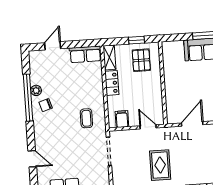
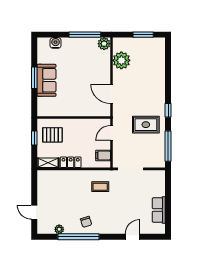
row of seats: (85, 54) -> (44, 184), removed
plant: (36, 90) -> (59, 229), moved

